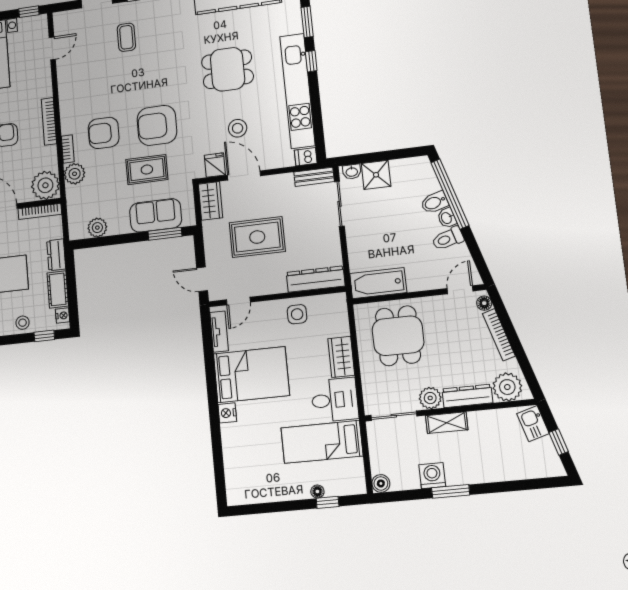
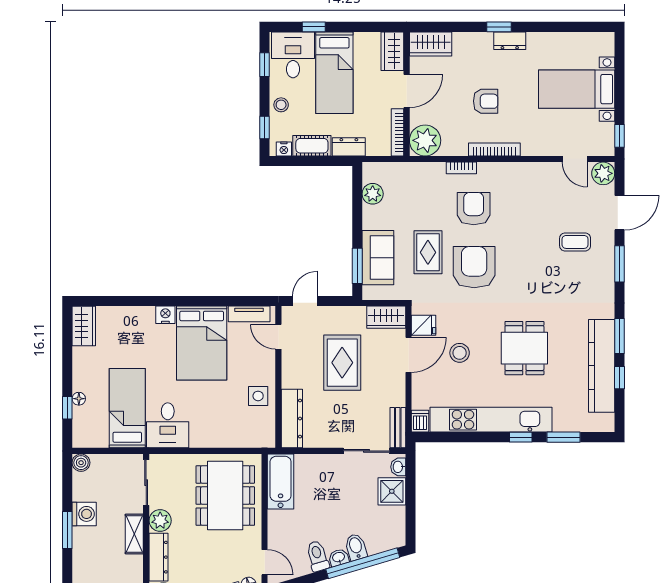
plant: (75, 174) -> (603, 173), moved
dining table: (398, 336) -> (225, 496), width x1.38
wardrobe: (341, 357) -> (84, 326), moved, turned 90

